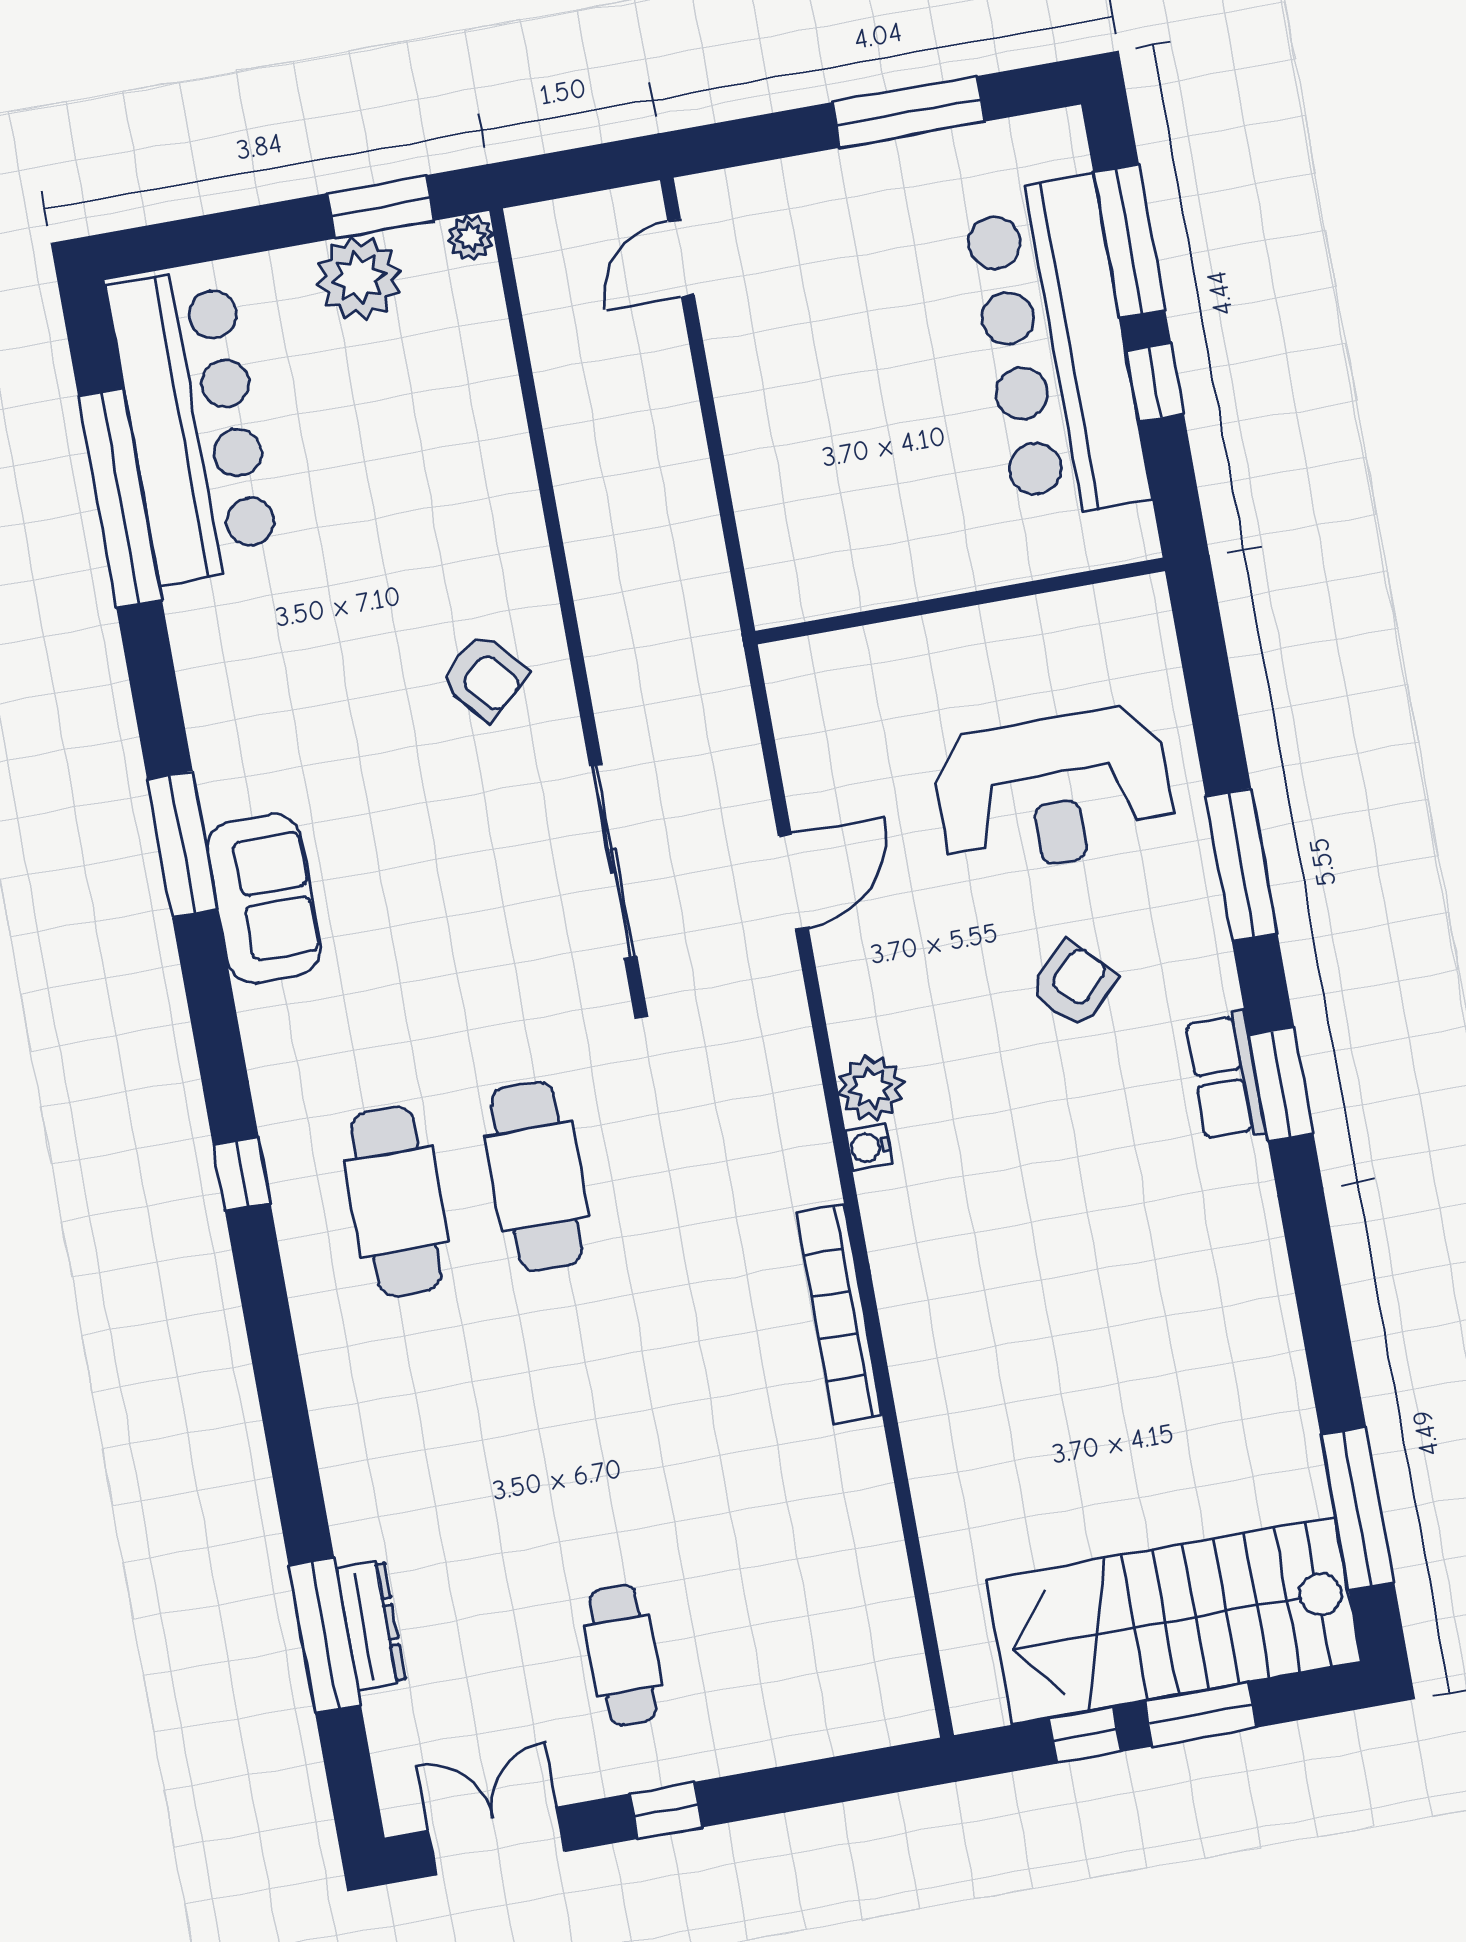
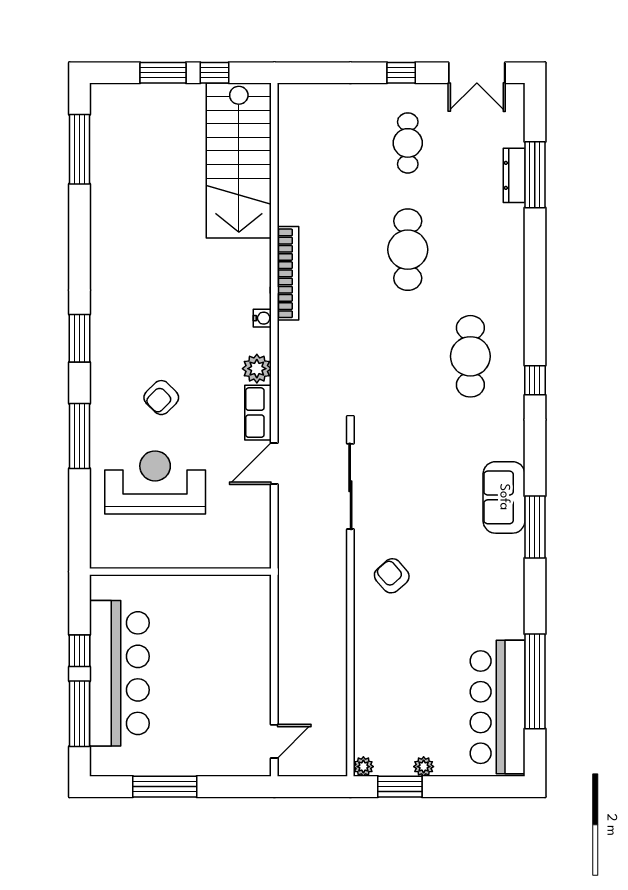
plant: (359, 278) -> (424, 767), width x0.53, depth x0.53
row of seats: (1225, 1076) -> (258, 413), moved, turned 180
water cooler: (869, 1147) -> (262, 318), moved
cafe table: (537, 1176) -> (408, 250), moved
stairs: (1174, 1620) -> (239, 161), moved, turned 90

